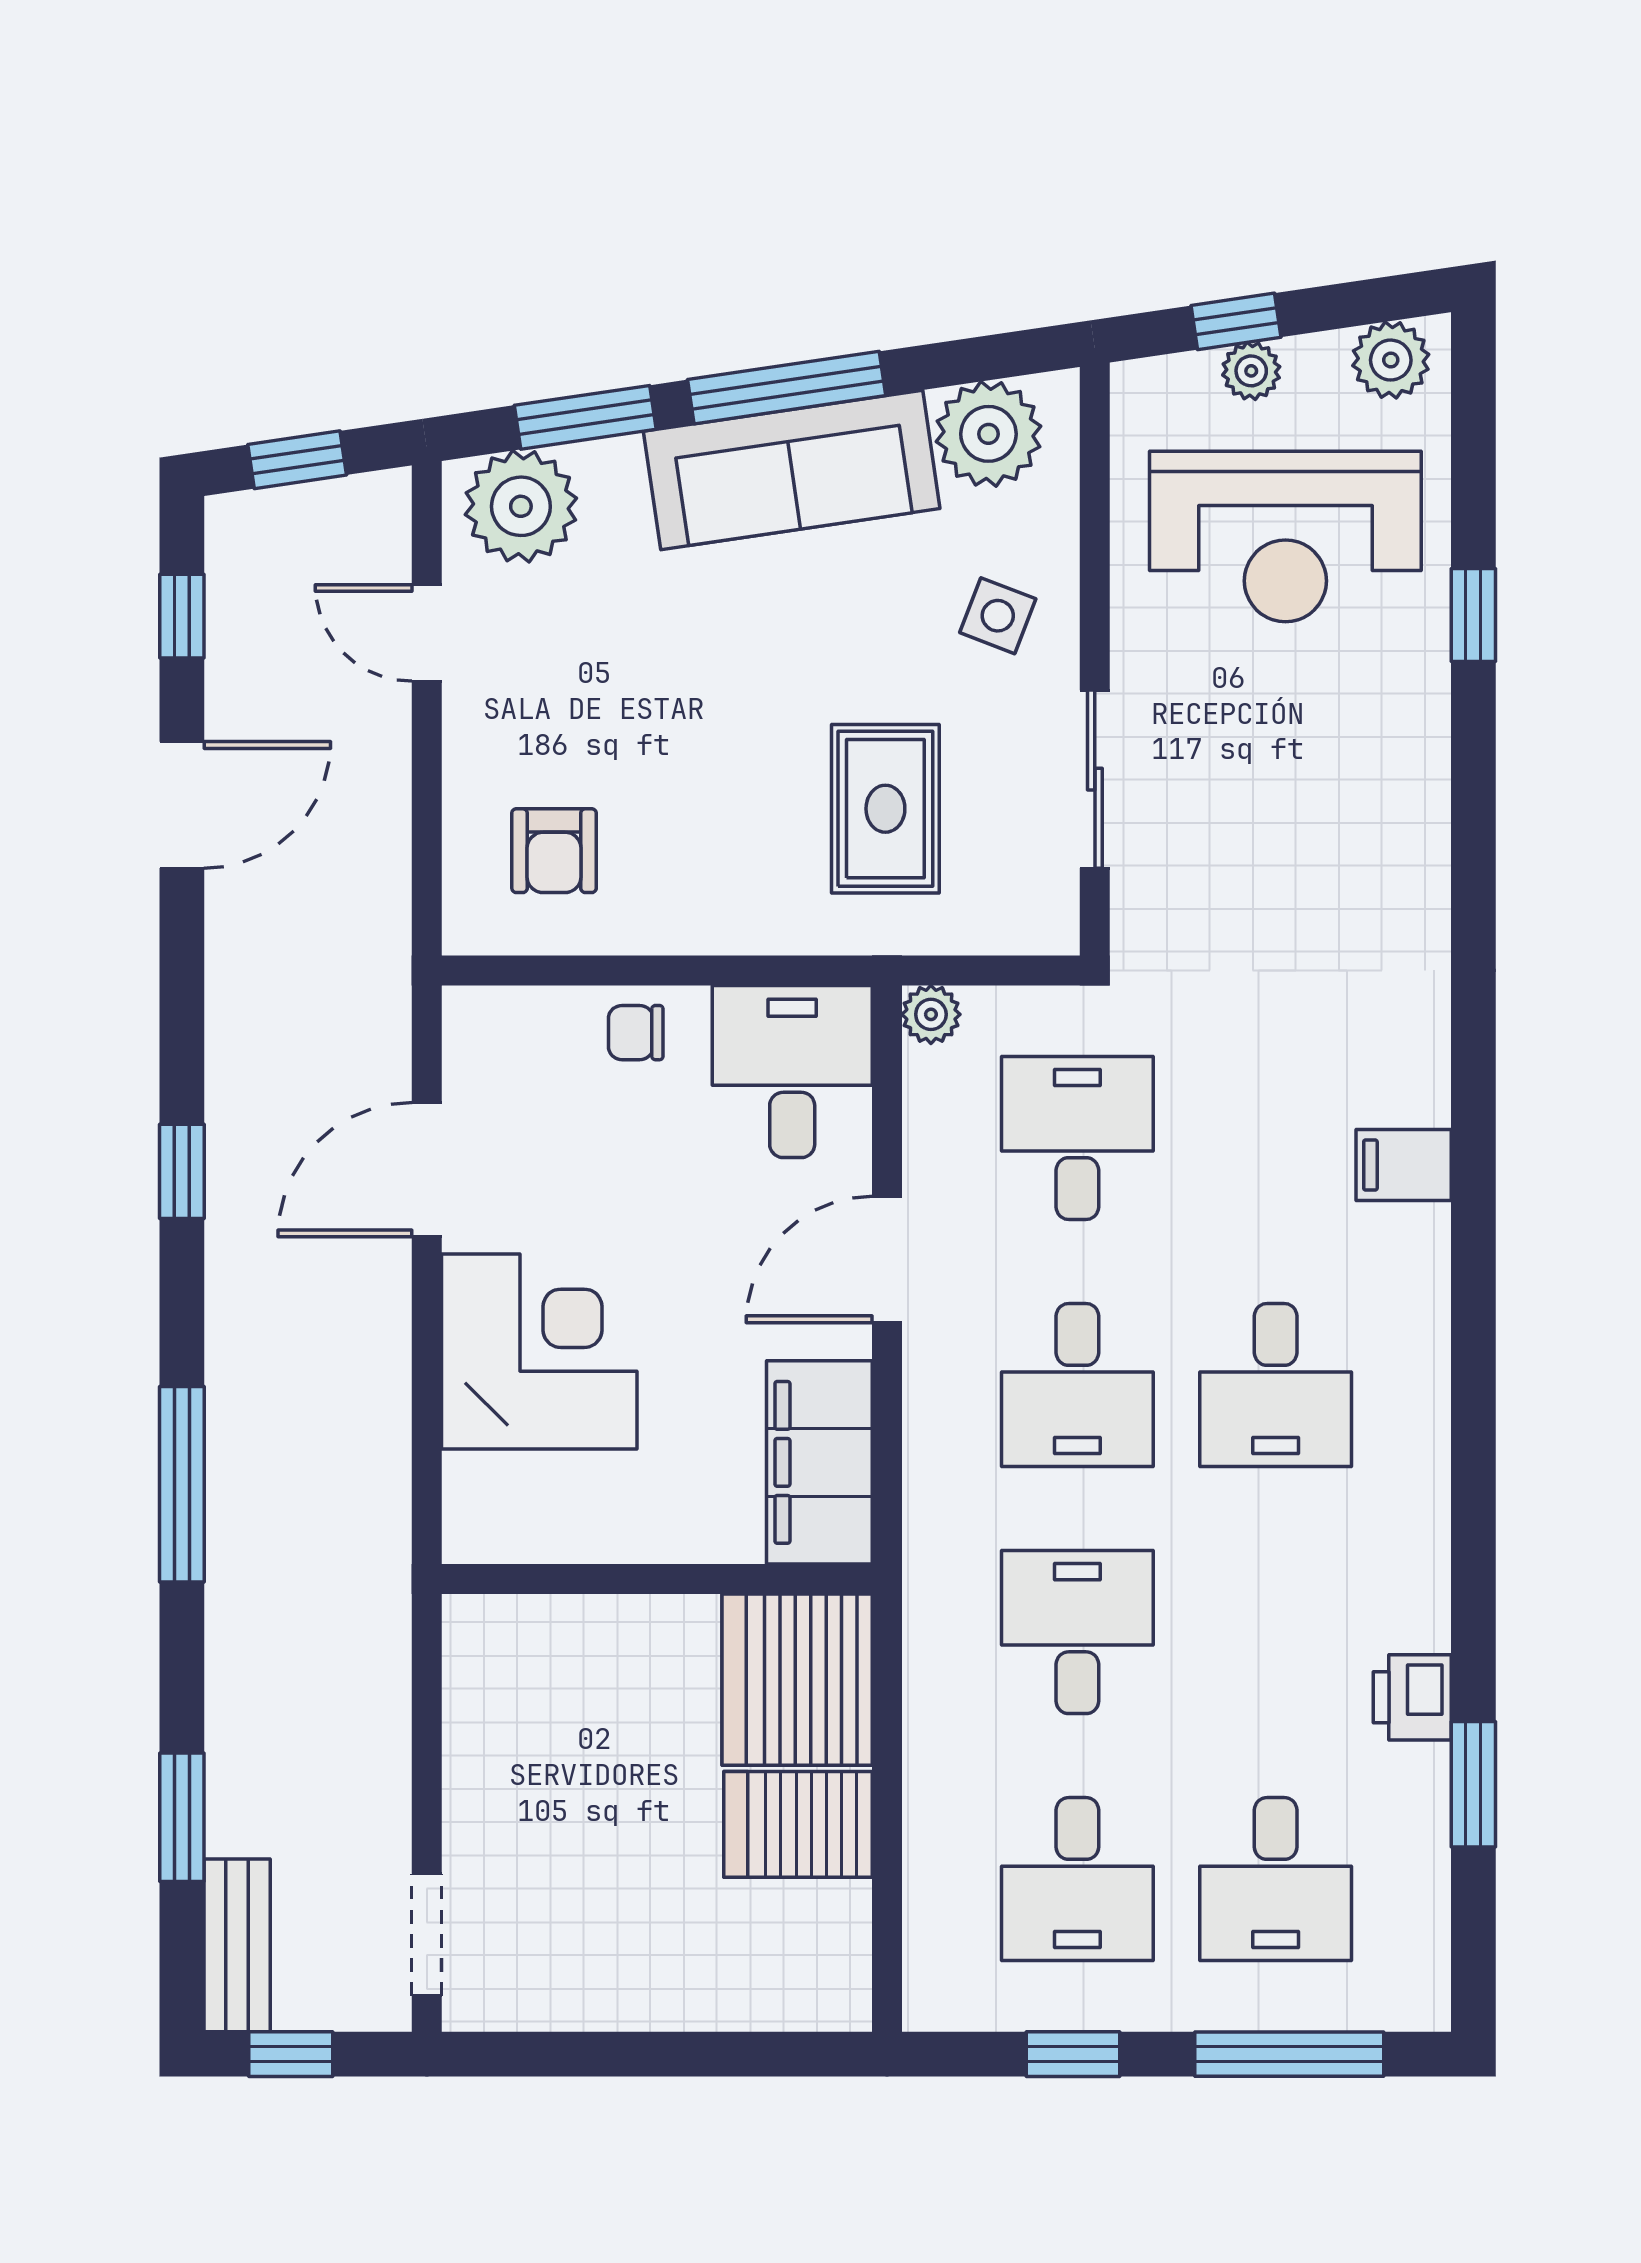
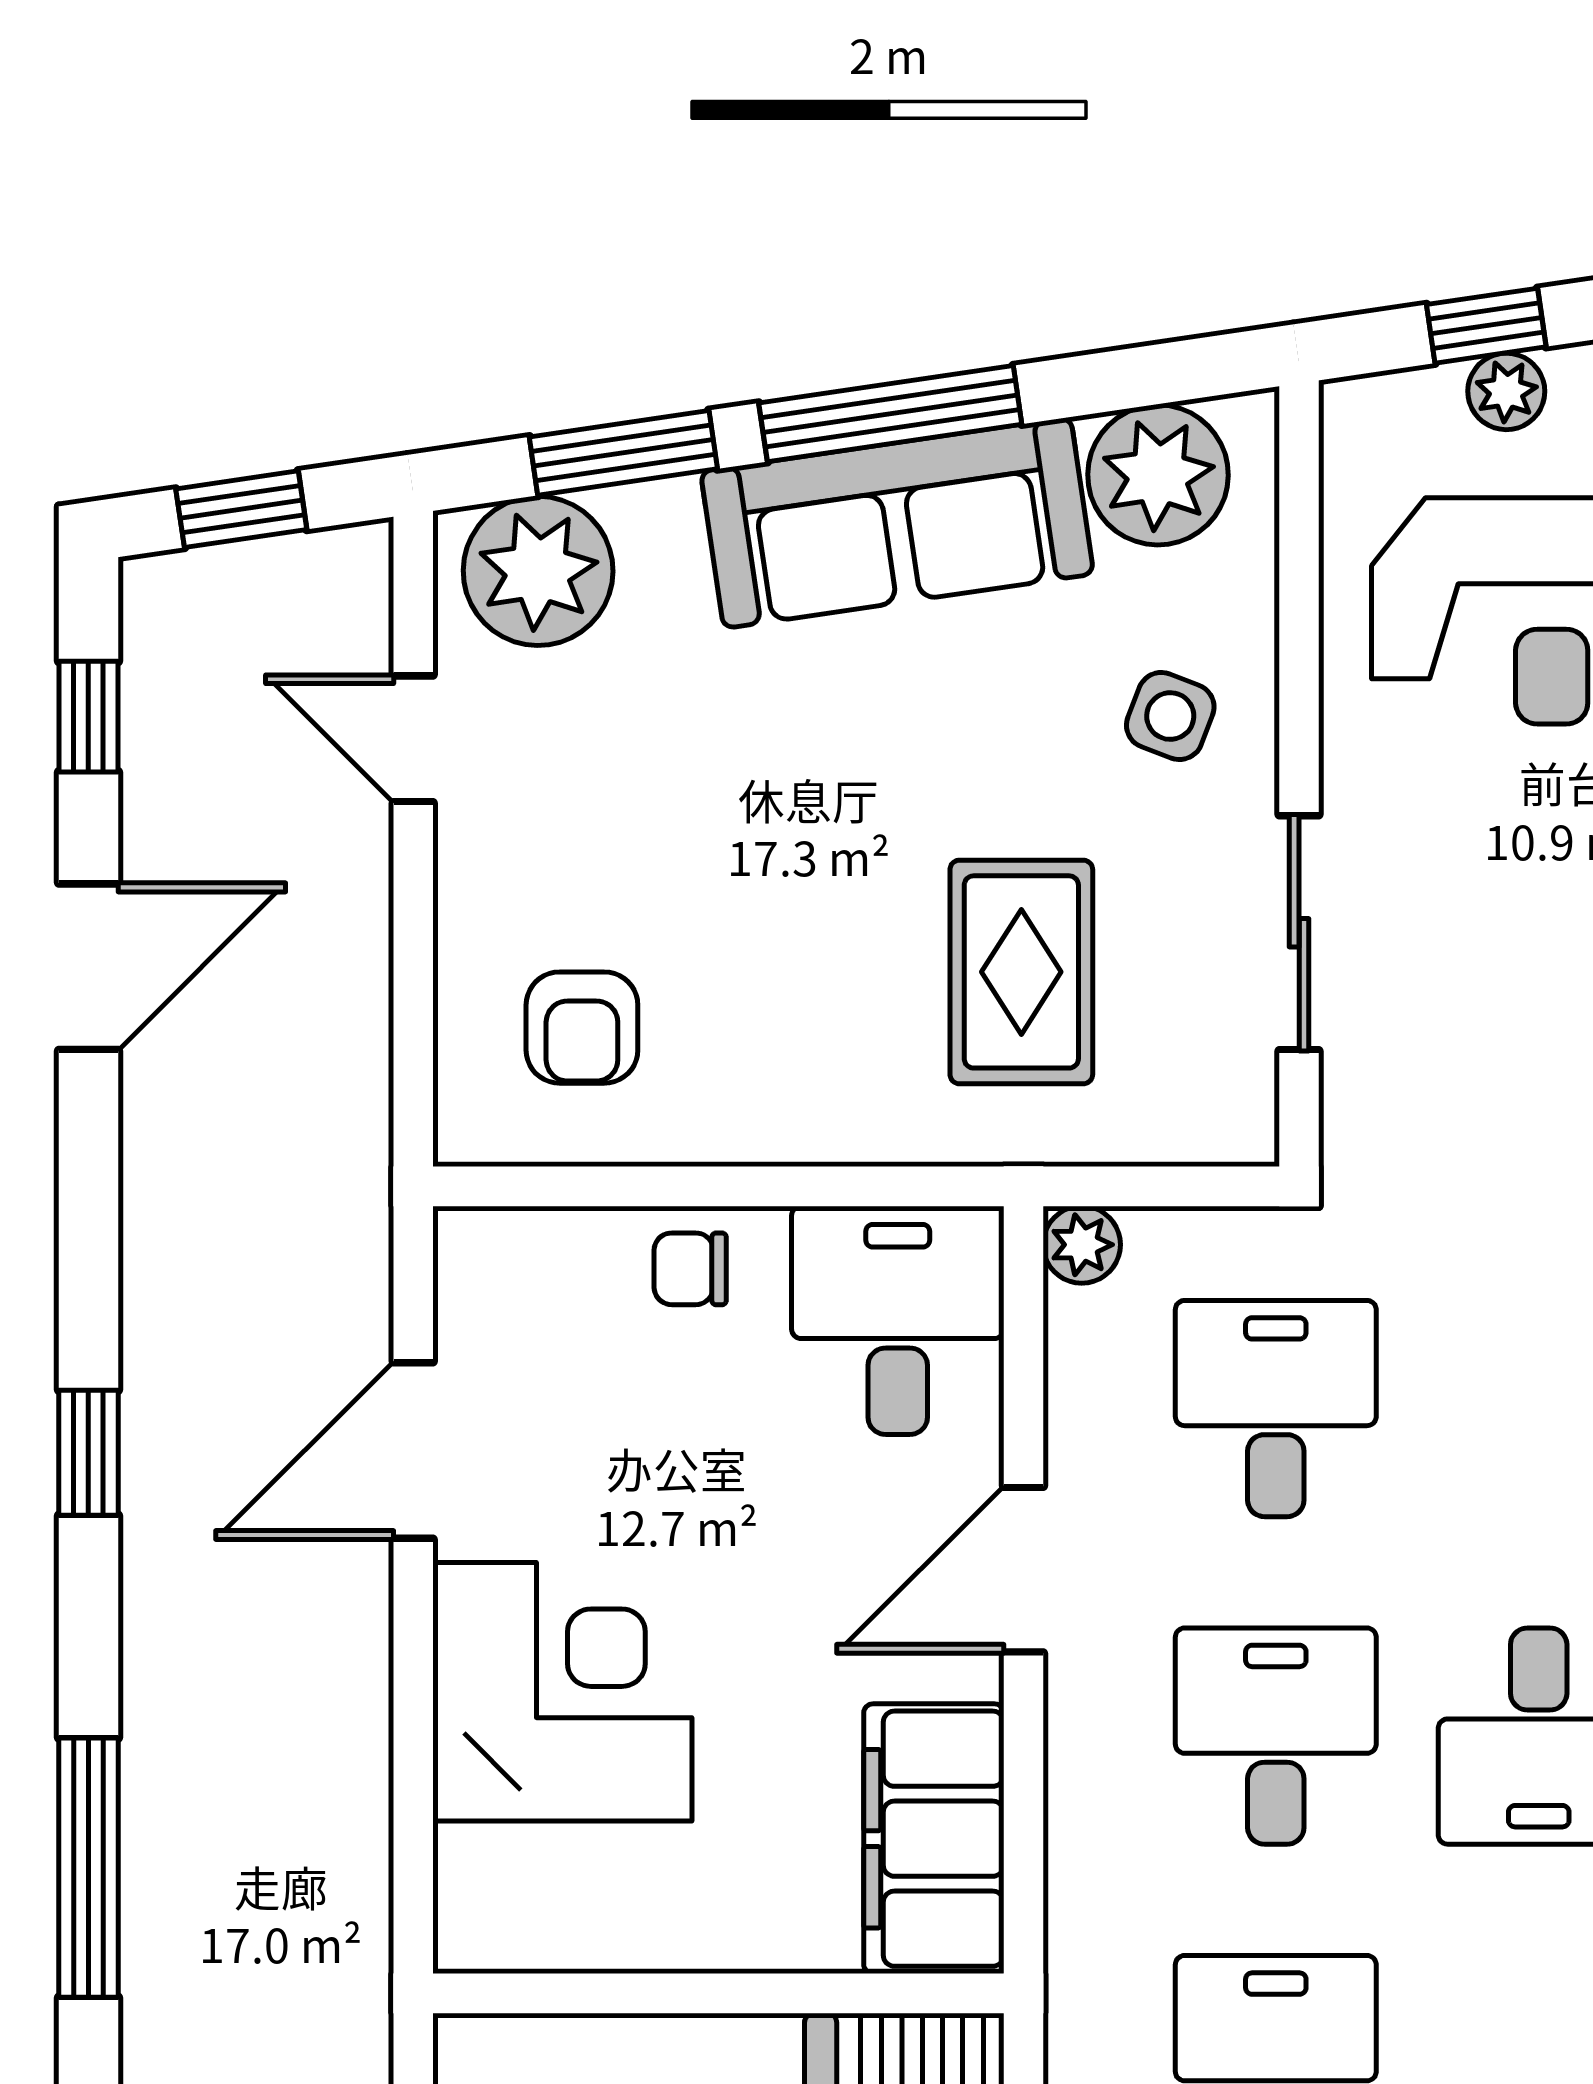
desk: (1077, 1385) -> (1276, 1736), turned 180

